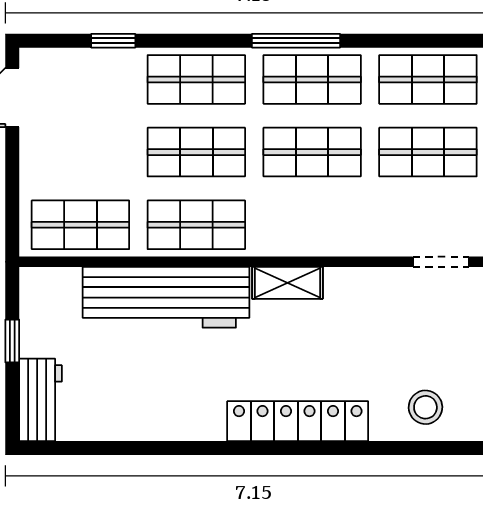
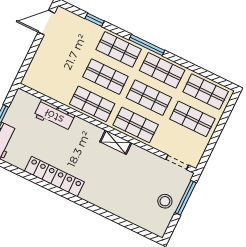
window: (296, 41) -> (147, 45), moved
shop shelf: (80, 225) -> (136, 125), moved
workbench: (166, 297) -> (54, 116), width x0.53, depth x0.76
stool: (425, 407) -> (165, 201), moved
locker: (298, 421) -> (54, 177), moved

